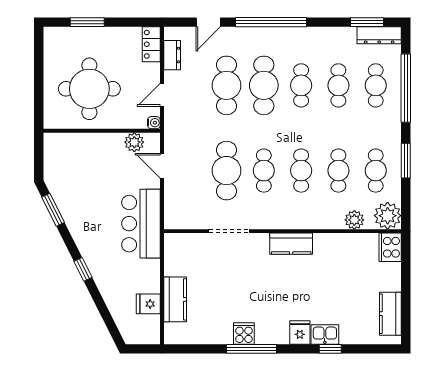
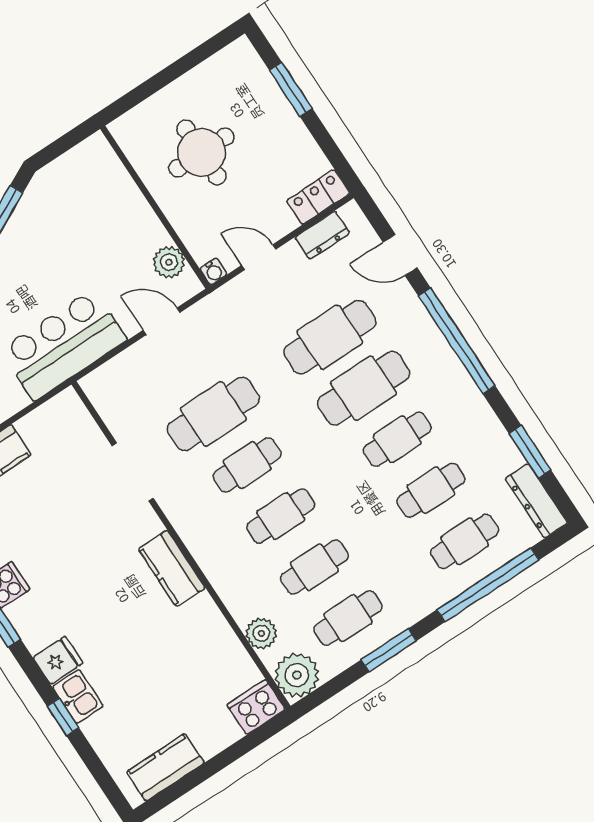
window: (367, 22) -> (530, 452), moved
round table: (89, 89) -> (202, 152), width x0.73, depth x0.73
door: (162, 166) -> (162, 321), hinge flipped

